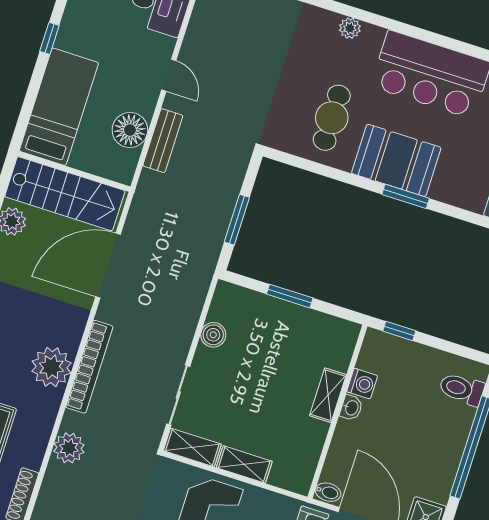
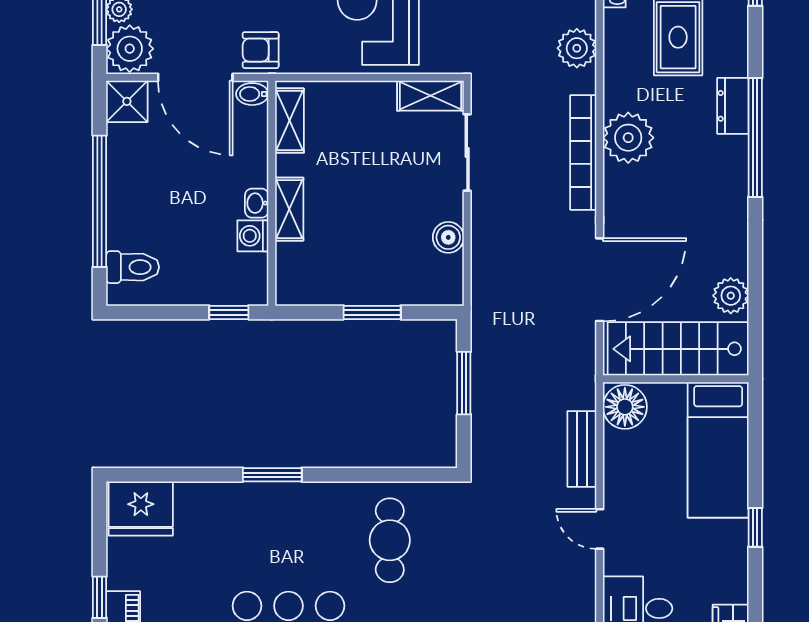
floor lamp: (130, 130) -> (625, 407), moved
booth: (396, 160) -> (297, 514), removed
shelving: (244, 464) -> (289, 121), moved, turned 90

